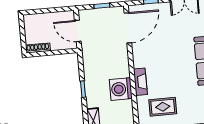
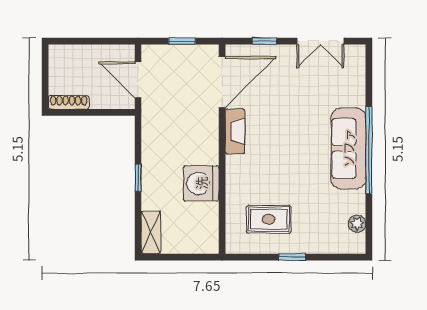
fireplace: (140, 82) -> (235, 131), moved

